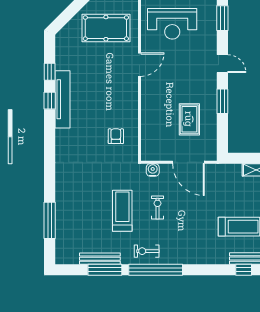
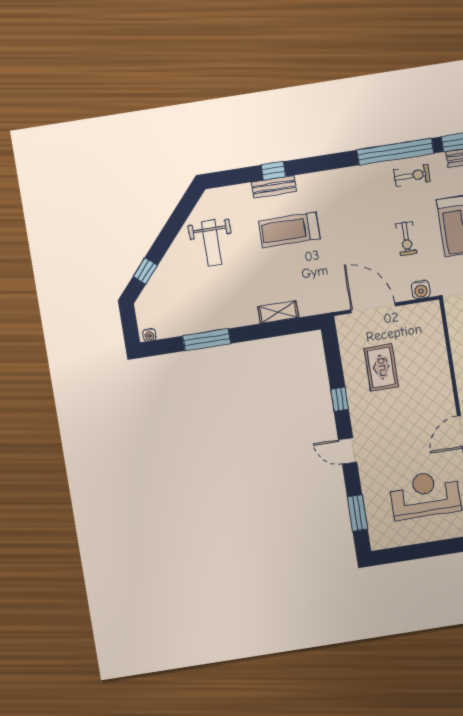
window: (222, 101) -> (340, 399), width x0.67

